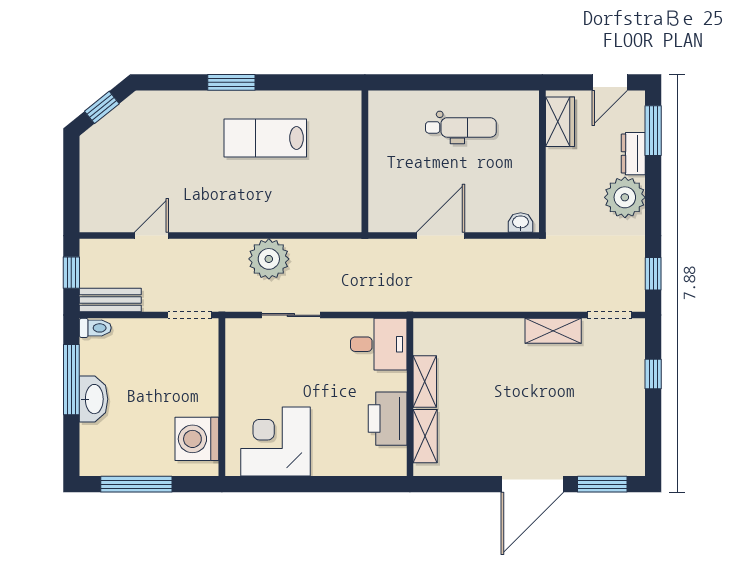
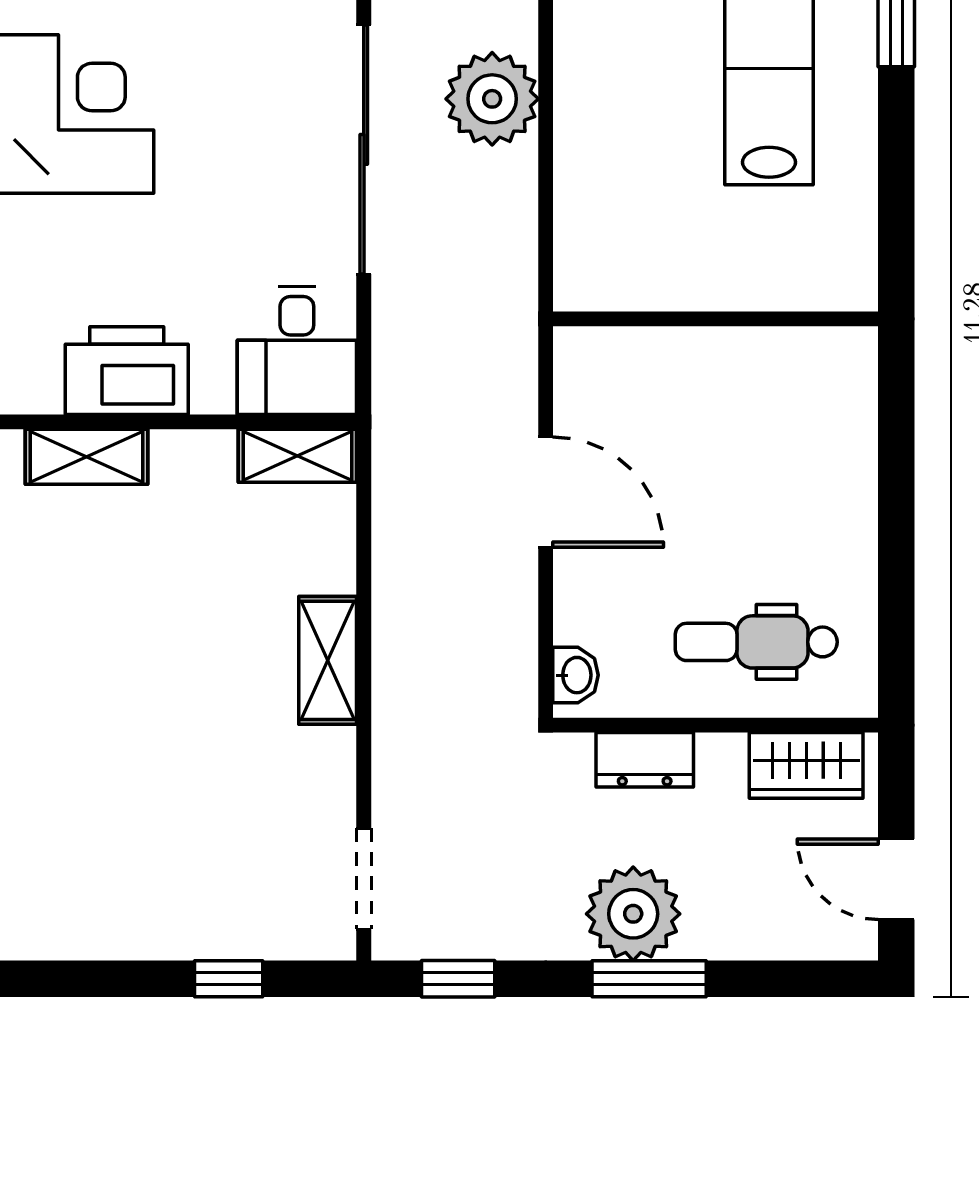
dental chair: (461, 127) -> (756, 642), moved, turned 90
window: (653, 131) -> (649, 979), moved
dresser: (633, 154) -> (645, 760), moved, turned 180
sliding door: (291, 315) -> (364, 149), width x1.86
shelving: (553, 331) -> (328, 660), moved
shelving: (425, 381) -> (297, 456), moved

